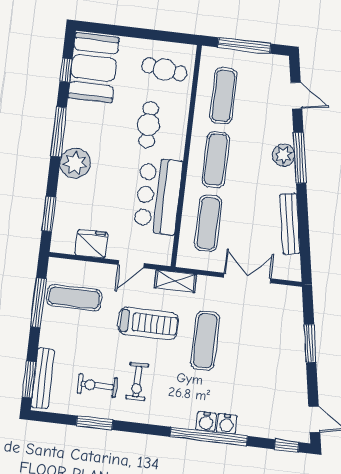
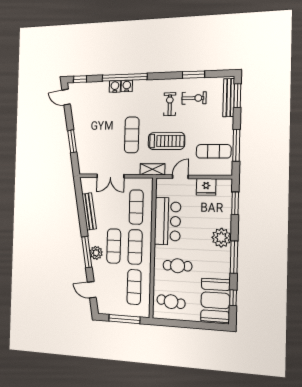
cafe table: (149, 125) -> (178, 266), turned 90
exercise mat: (252, 164) -> (114, 246), added
treadmill: (148, 323) -> (166, 141), turned 180

